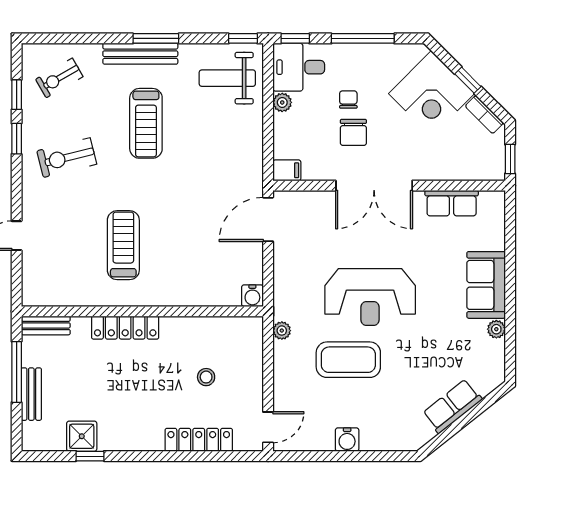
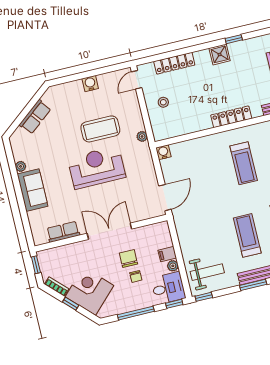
filing cabinet: (287, 170) -> (167, 254), moved
stool: (206, 377) -> (163, 102), moved
shower: (82, 436) -> (220, 54), moved

